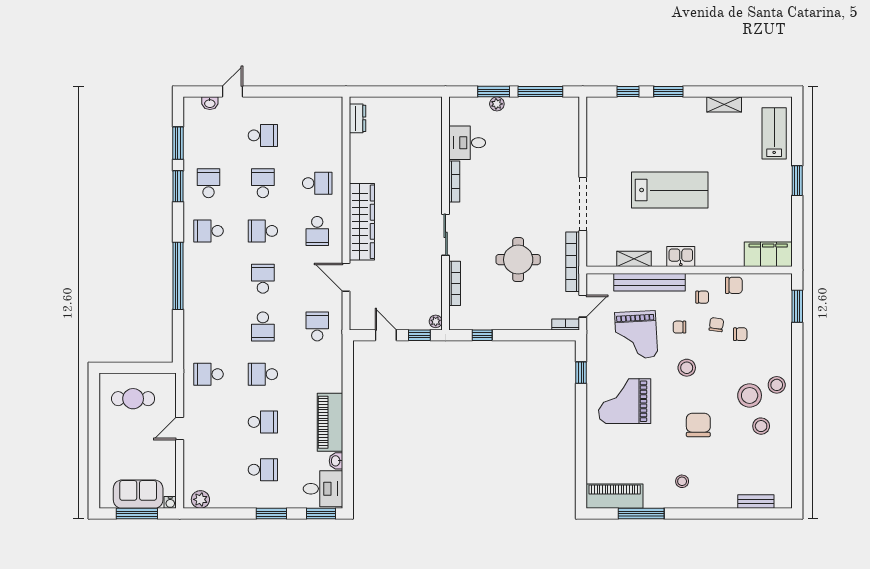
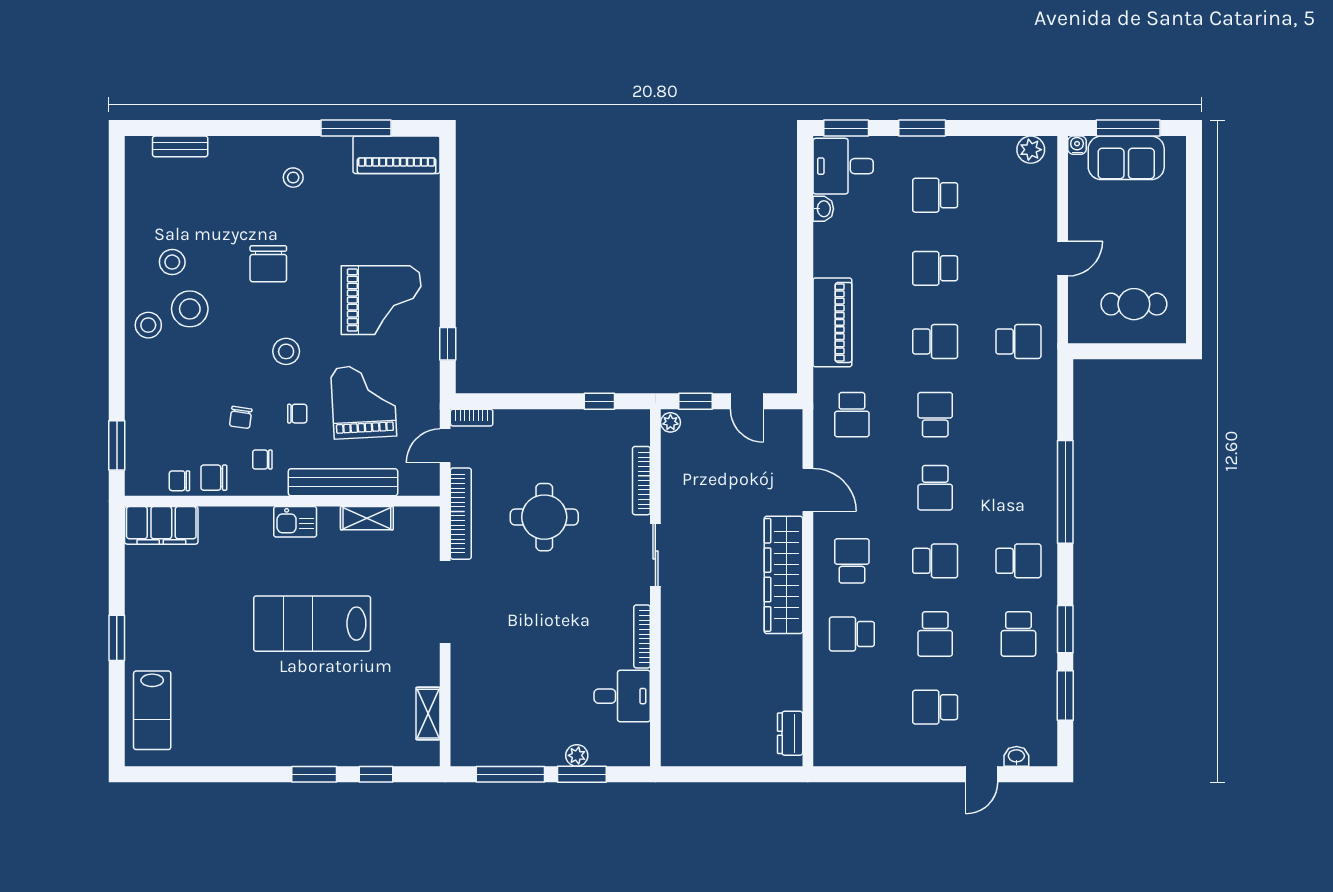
shelving: (724, 104) -> (428, 714), moved, turned 90
chair: (740, 334) -> (179, 481), moved
piano: (330, 422) -> (832, 322), moved

